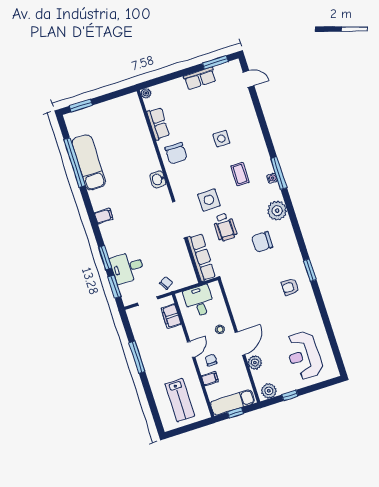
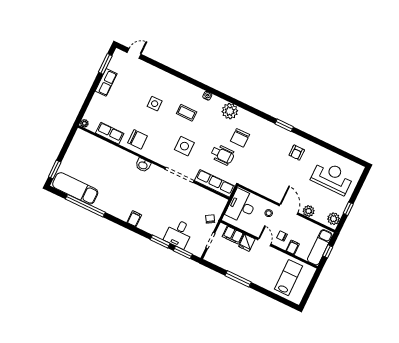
exam couch: (89, 162) -> (75, 188), moved
window: (279, 173) -> (208, 89), removed
wheelchair: (225, 227) -> (222, 155), moved
armchair: (290, 287) -> (297, 153), moved
desk: (199, 301) -> (241, 206), width x1.37
fridge: (176, 335) -> (247, 243), added
reception desk: (304, 355) -> (332, 177), turned 180
lab bench: (180, 400) -> (288, 278), turned -90

